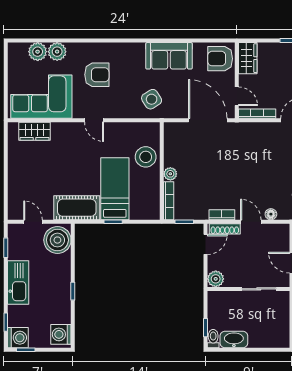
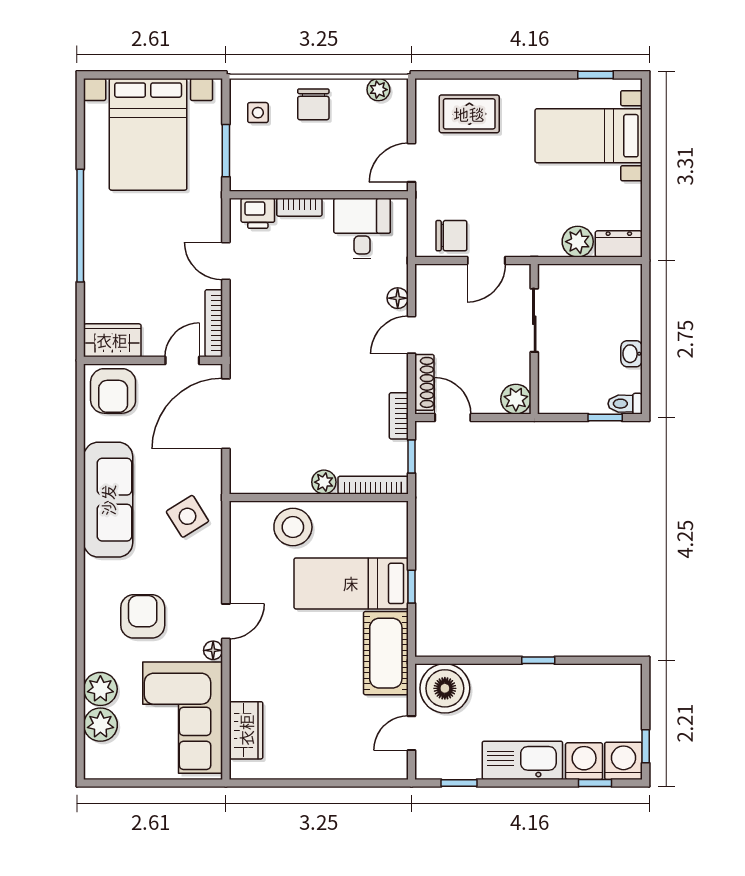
sofa: (169, 56) -> (108, 500), width x1.36
floor lamp: (78, 113) -> (213, 650), added
bookcase: (222, 215) -> (399, 416), moved
washing machine: (61, 334) -> (584, 761), moved, turned 180
washbasin: (234, 340) -> (632, 354), width x0.52, depth x0.69

